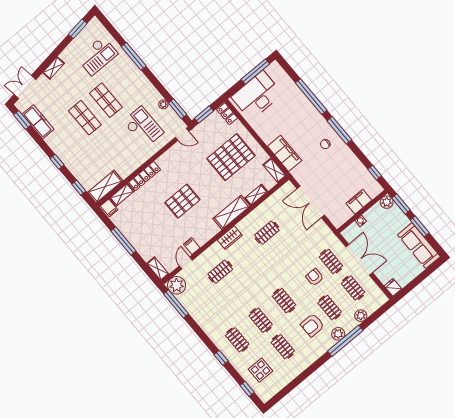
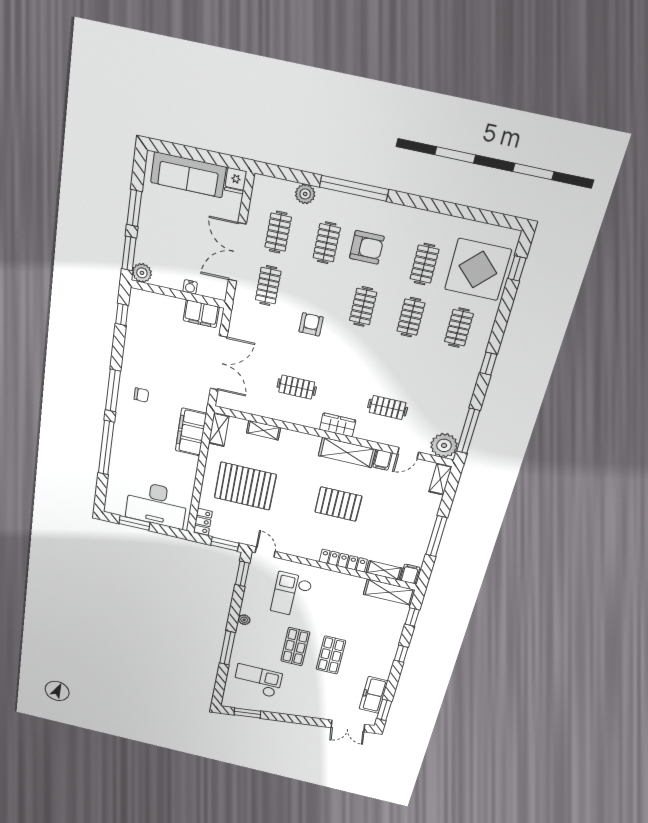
shelving: (54, 68) -> (306, 712), removed
window: (255, 72) -> (134, 523), width x0.69
plant: (163, 104) -> (244, 620), moved
filing cabinet: (359, 202) -> (201, 314), moved
shelving: (231, 212) -> (347, 452), moved
sofa: (419, 246) -> (188, 175), moved, turned 90
armchair: (315, 277) -> (311, 324), moved, turned 180
plant: (338, 334) -> (352, 205), removed
window: (221, 358) -> (488, 364), moved
display table: (261, 370) -> (478, 270), width x1.86, depth x1.86

